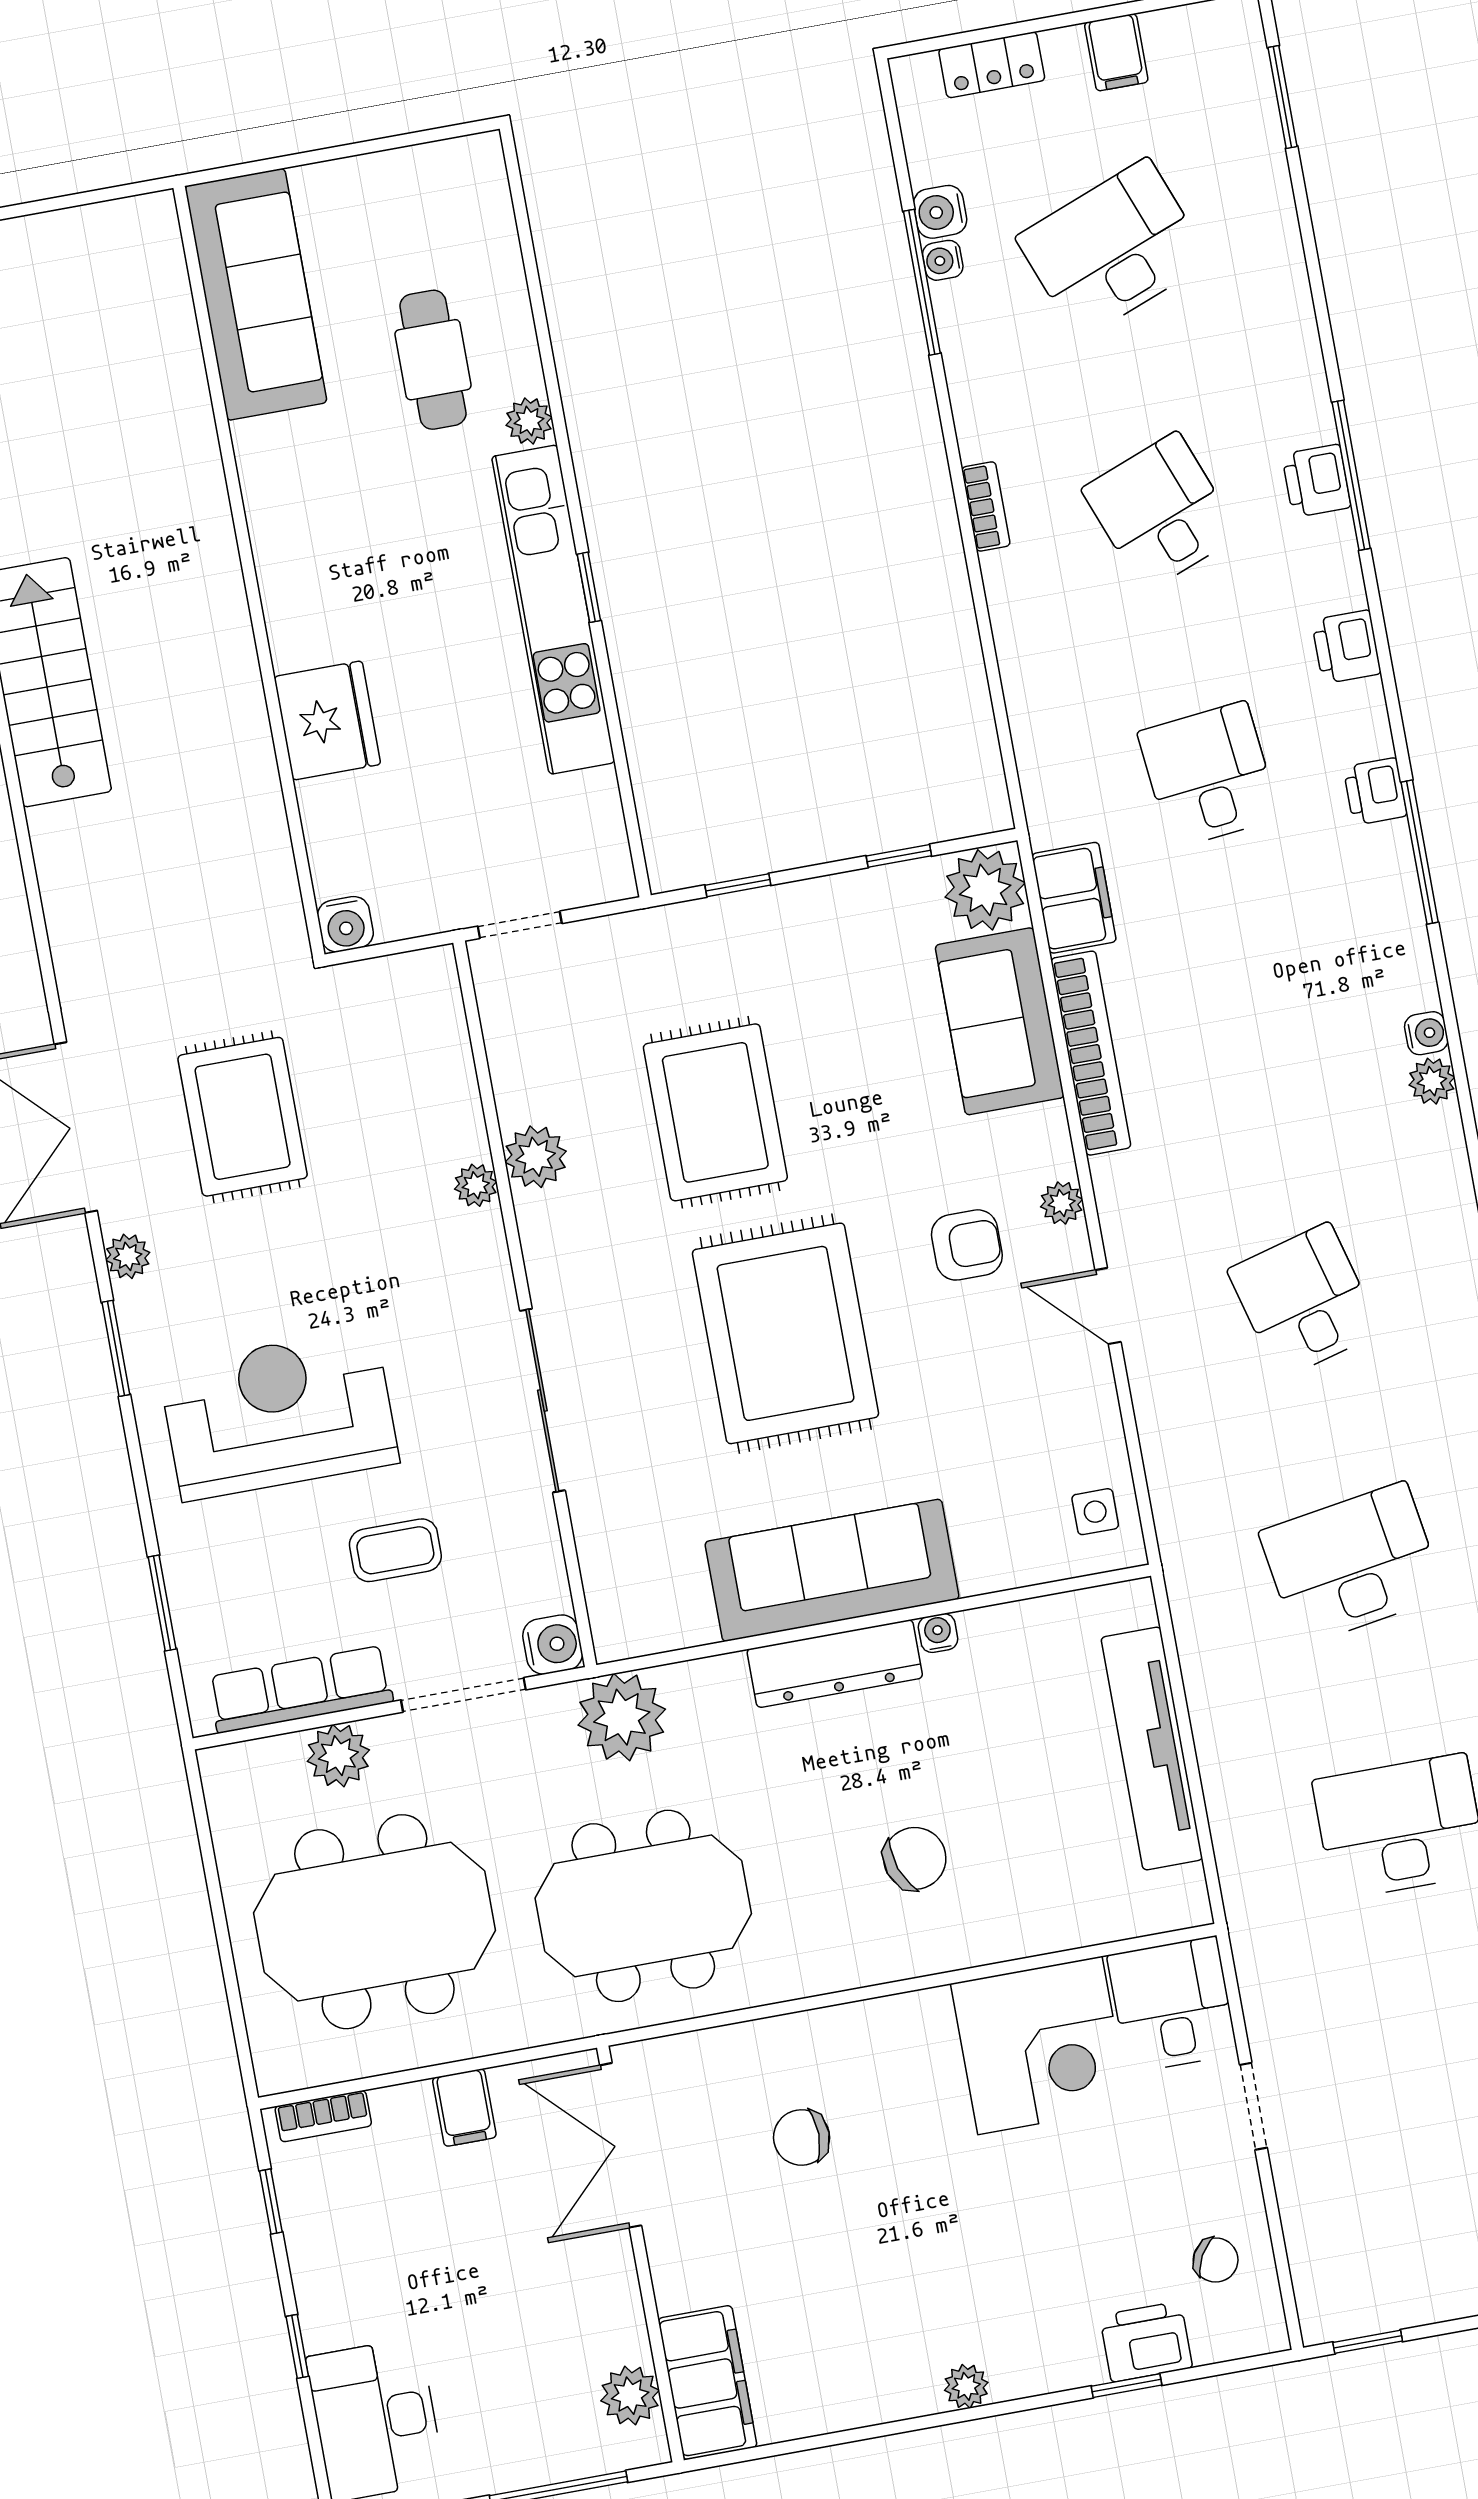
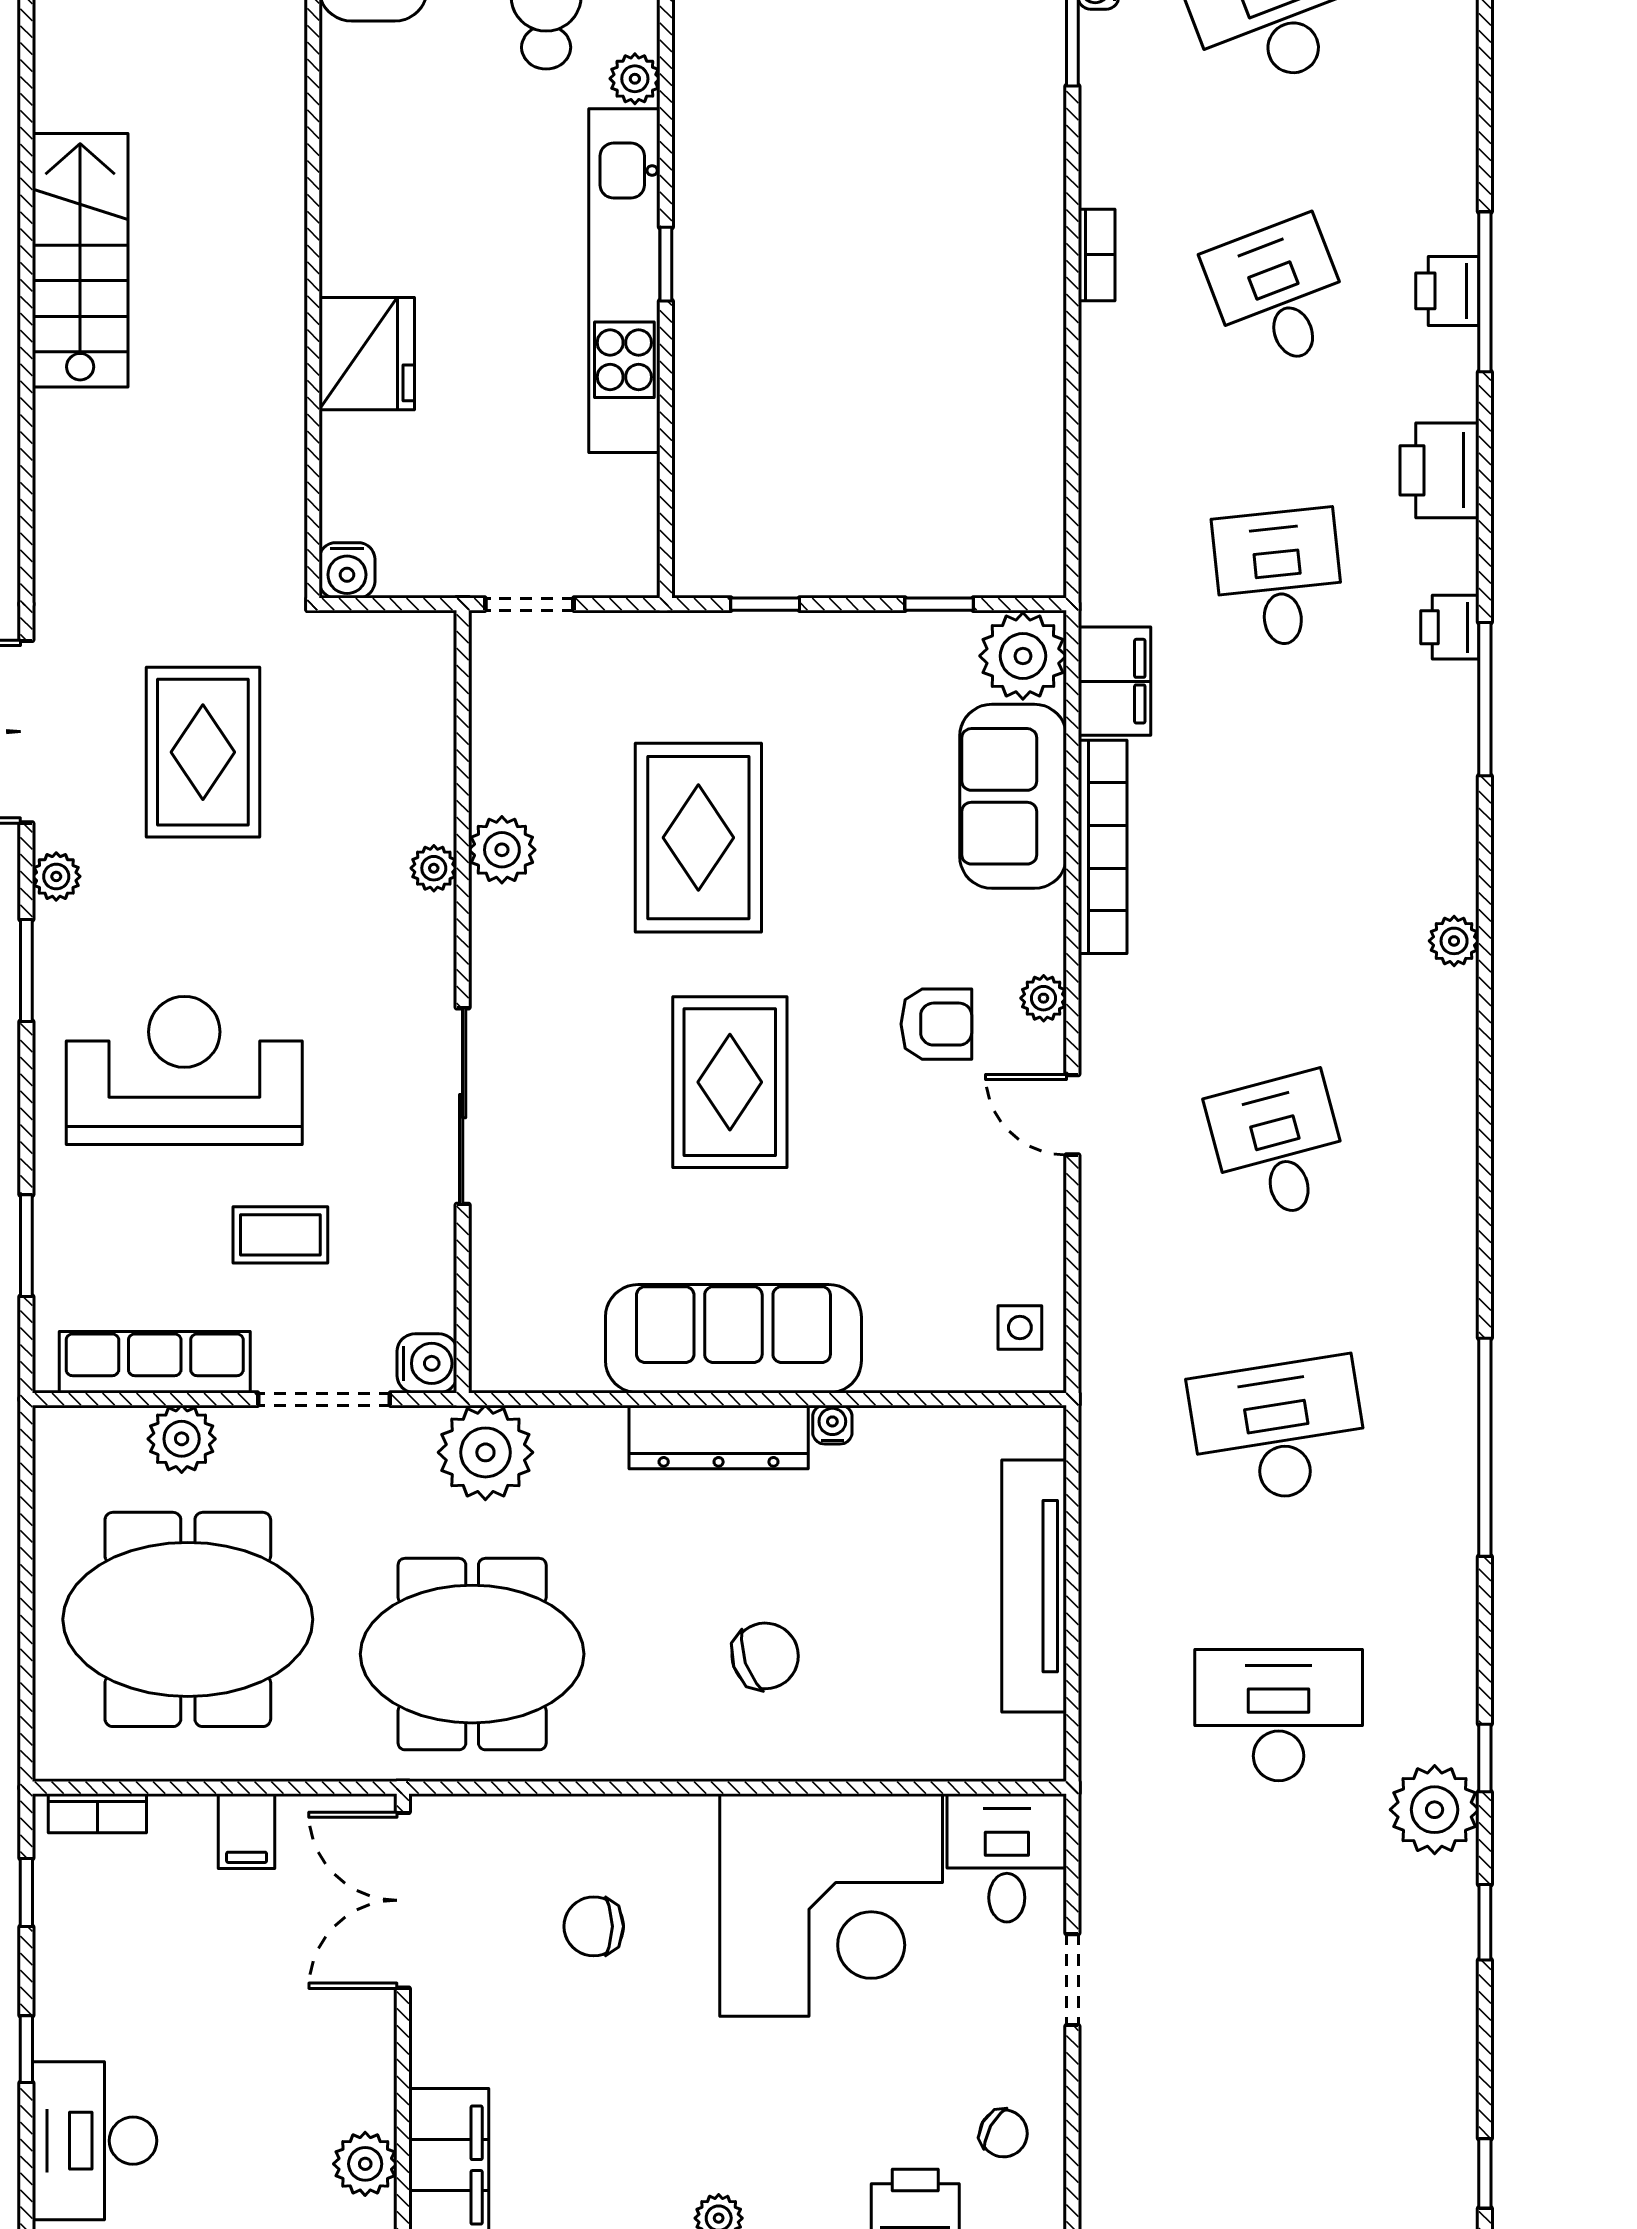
printer: (1346, 647) -> (1440, 470), width x1.36, depth x1.24
water cooler: (1426, 1033) -> (1457, 890), removed
rug: (786, 1333) -> (730, 1082), width x0.73, depth x0.69
corner desk: (1040, 2045) -> (831, 1905), width x1.36, depth x1.36

